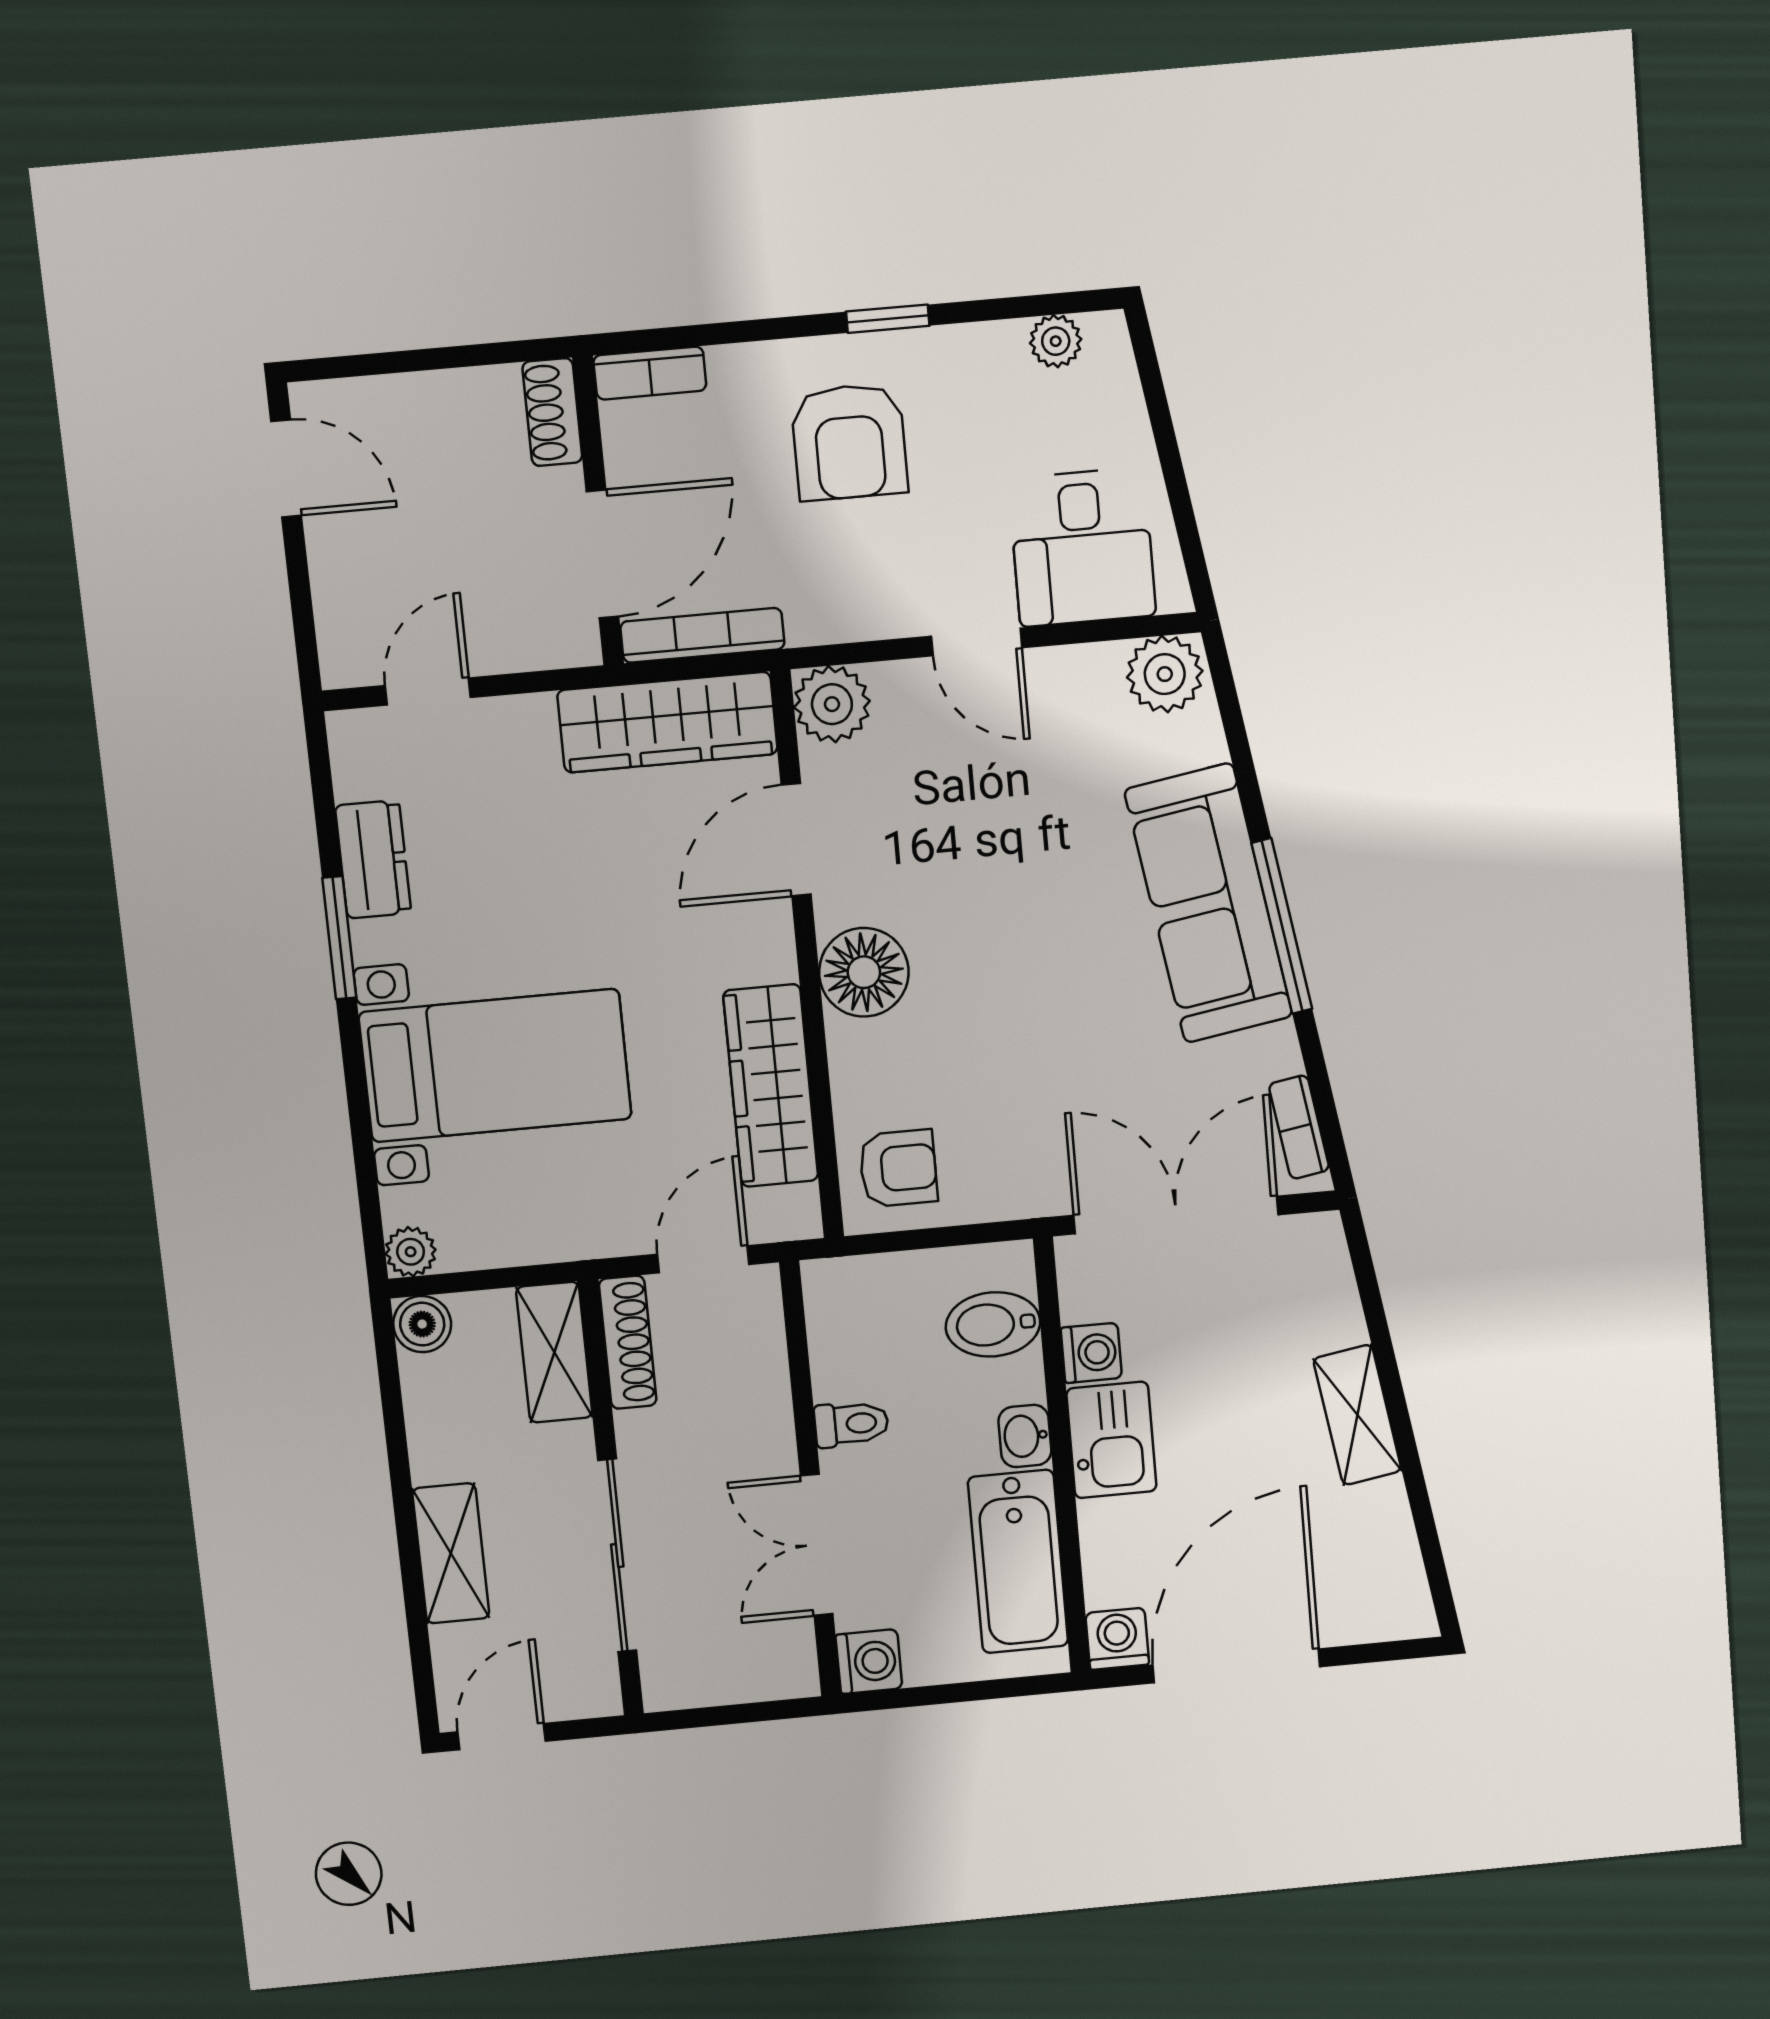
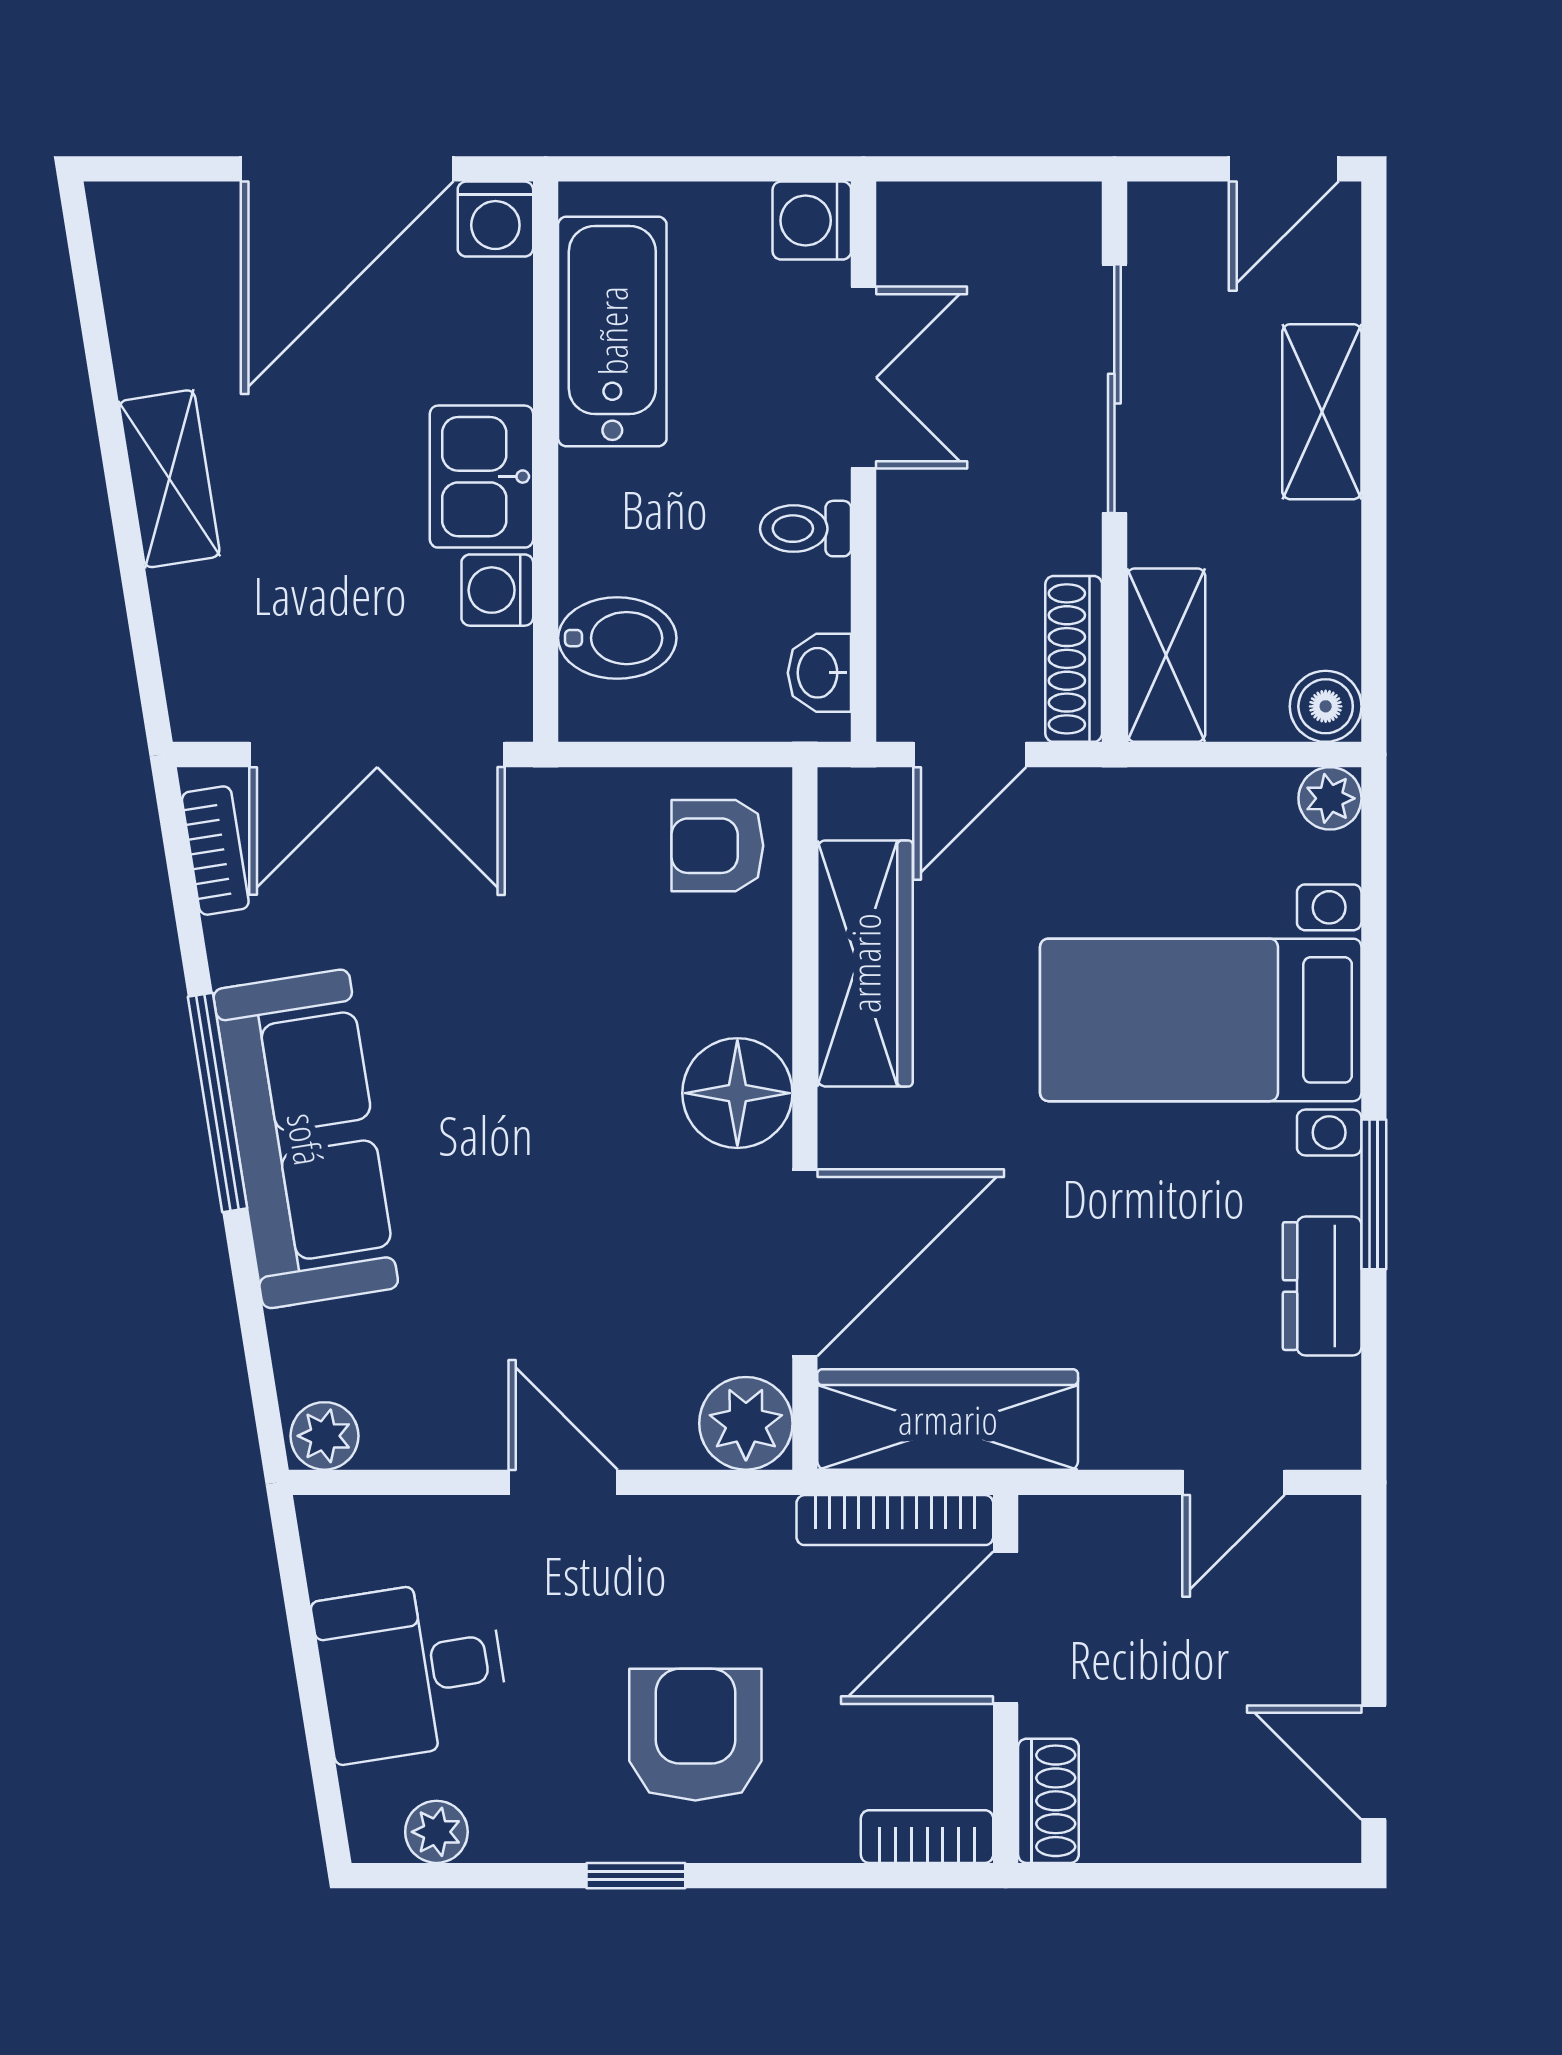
desk: (1082, 547) -> (411, 1670), moved, turned -99
plant: (1165, 674) -> (325, 1436), width x0.73, depth x0.73
door: (796, 840) -> (805, 1263), width x1.36
washbasin: (1025, 1436) -> (819, 673), moved, turned 180

